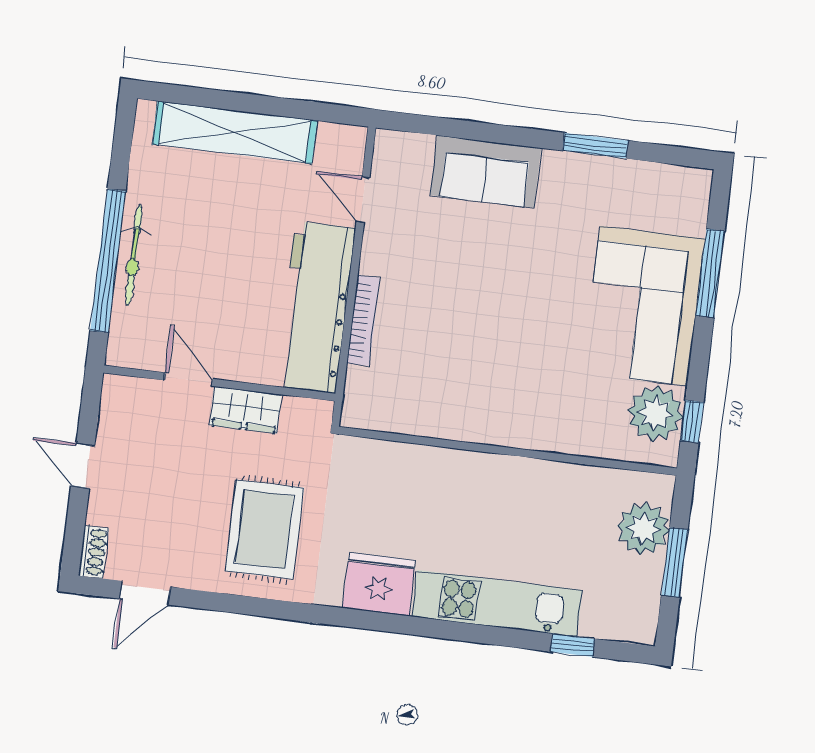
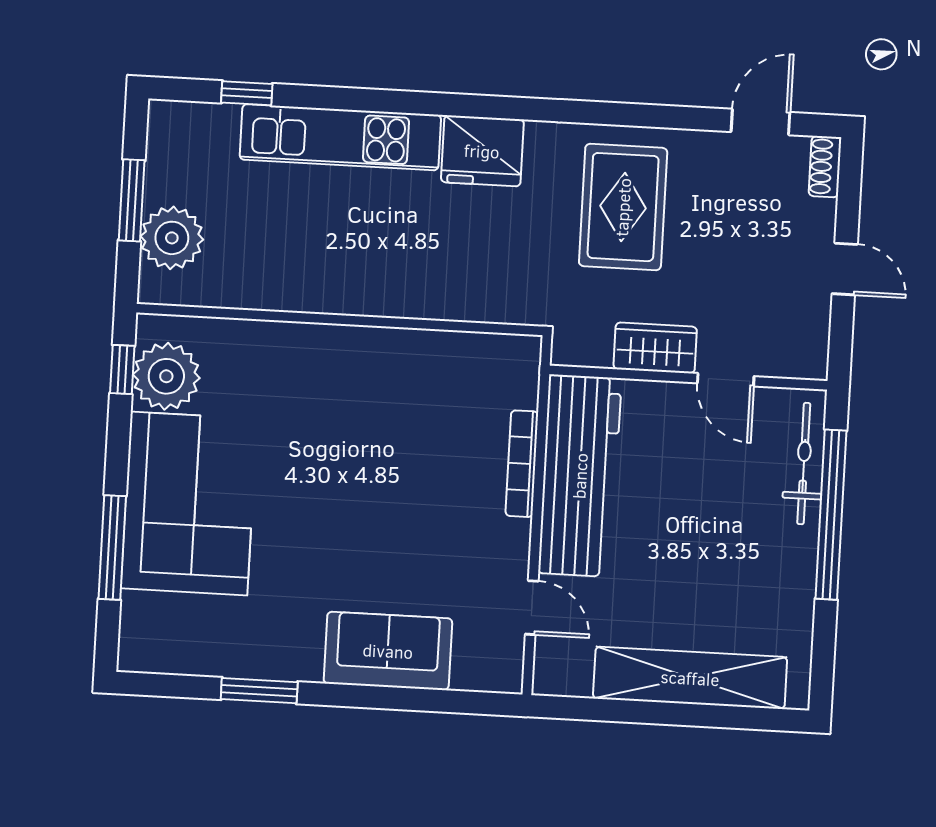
bicycle: (134, 255) -> (804, 464), moved

